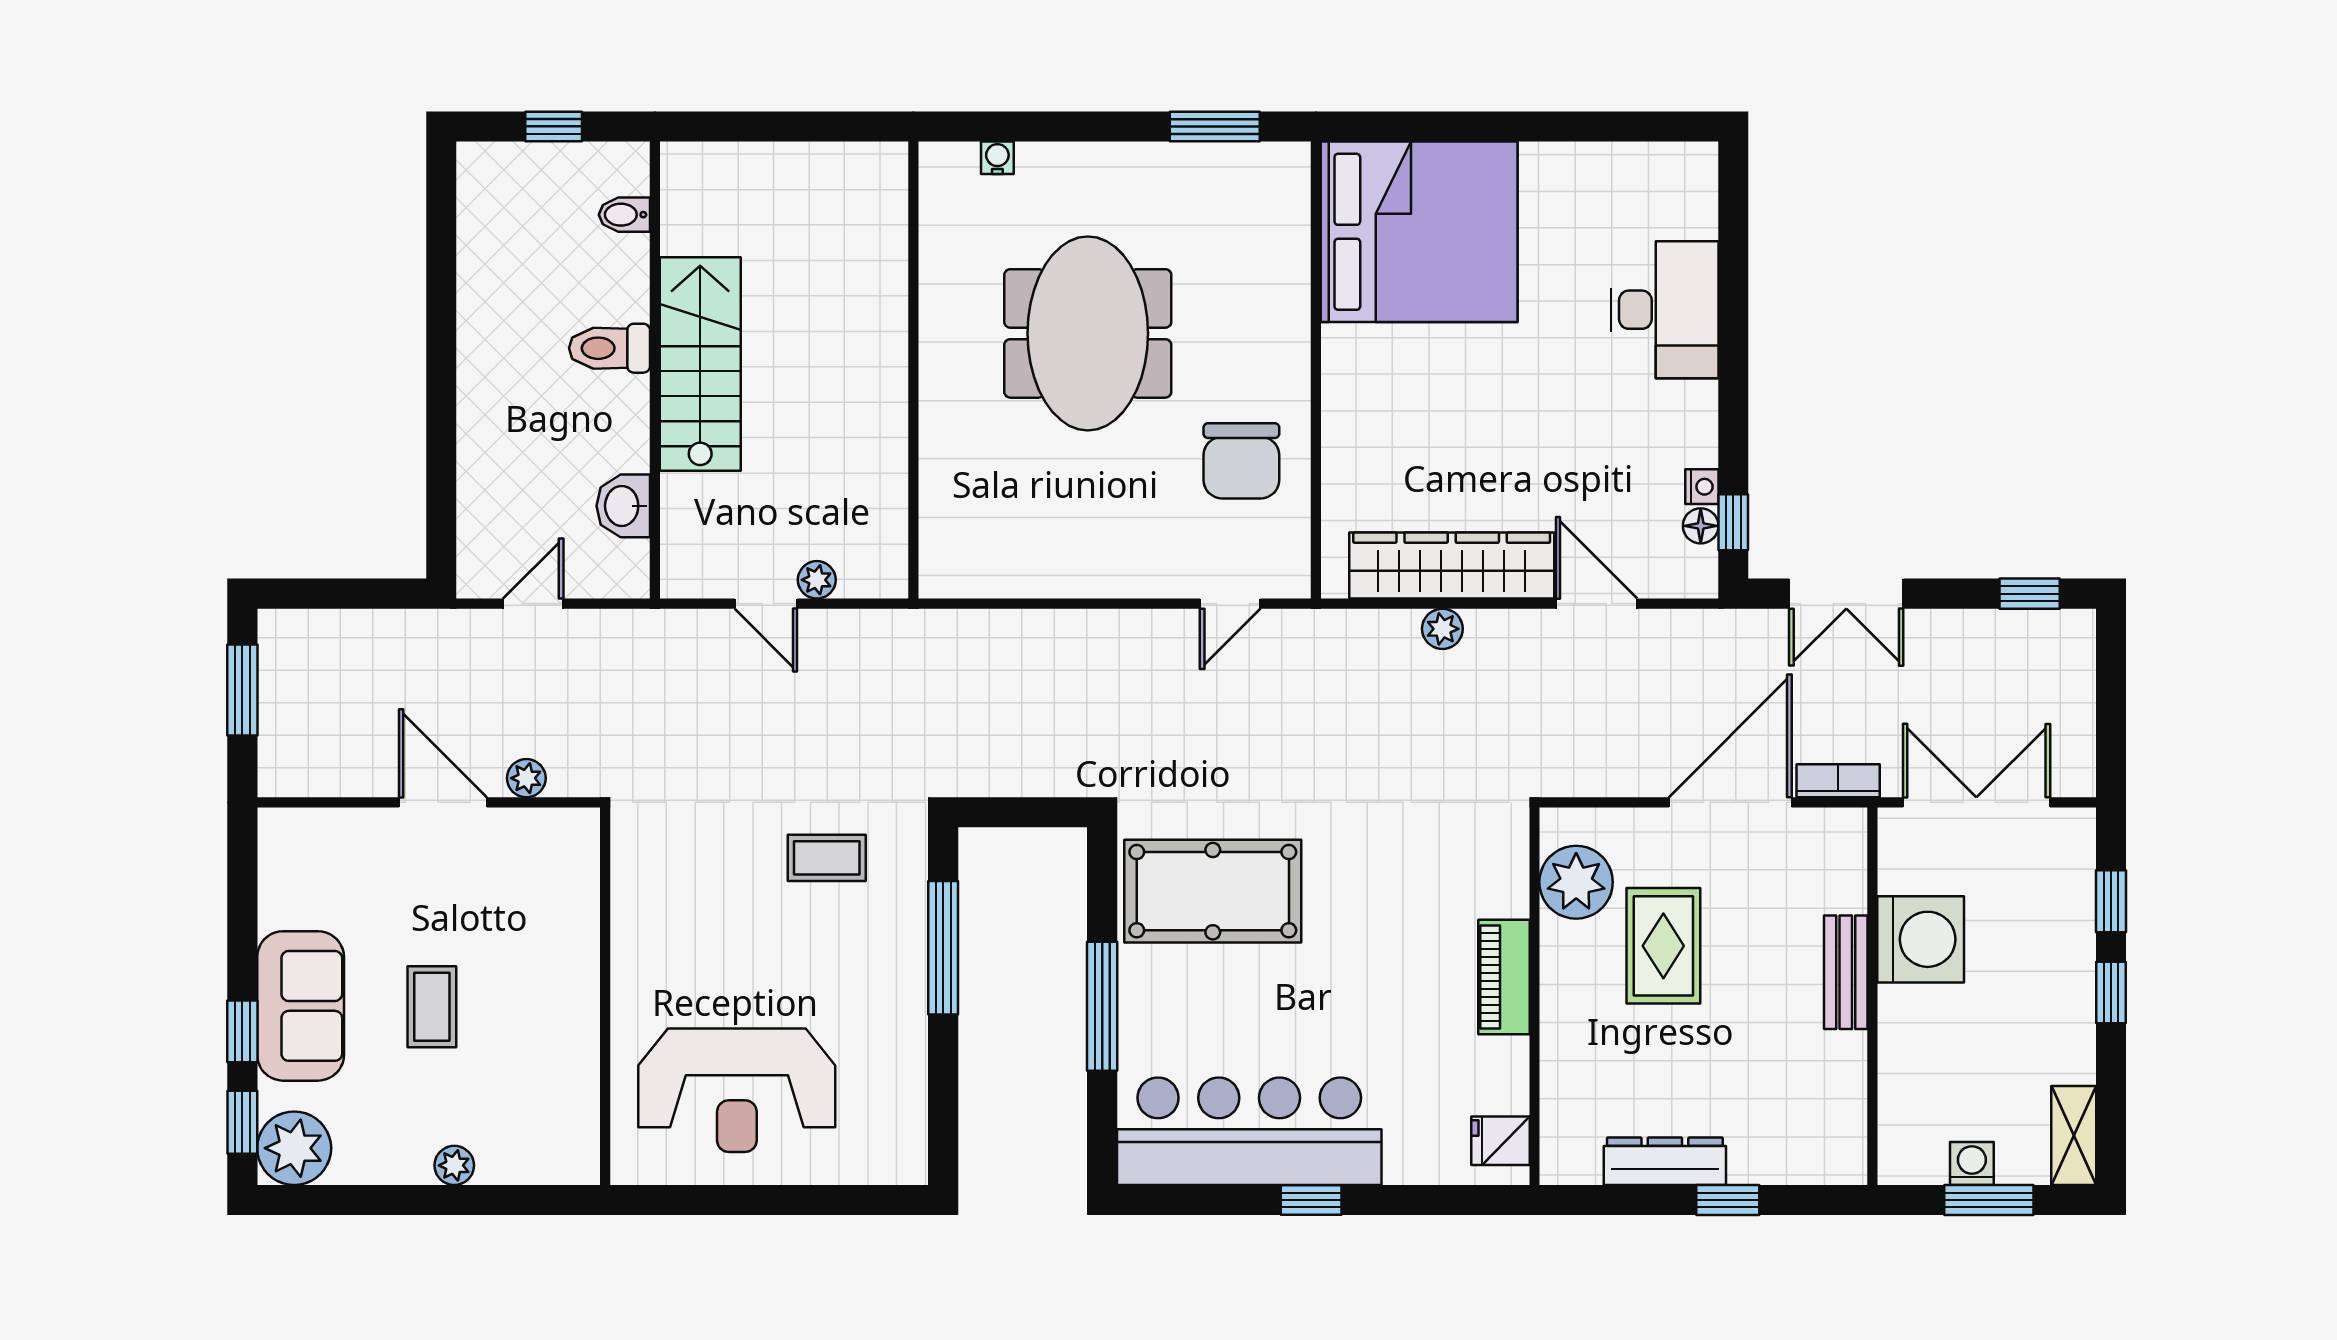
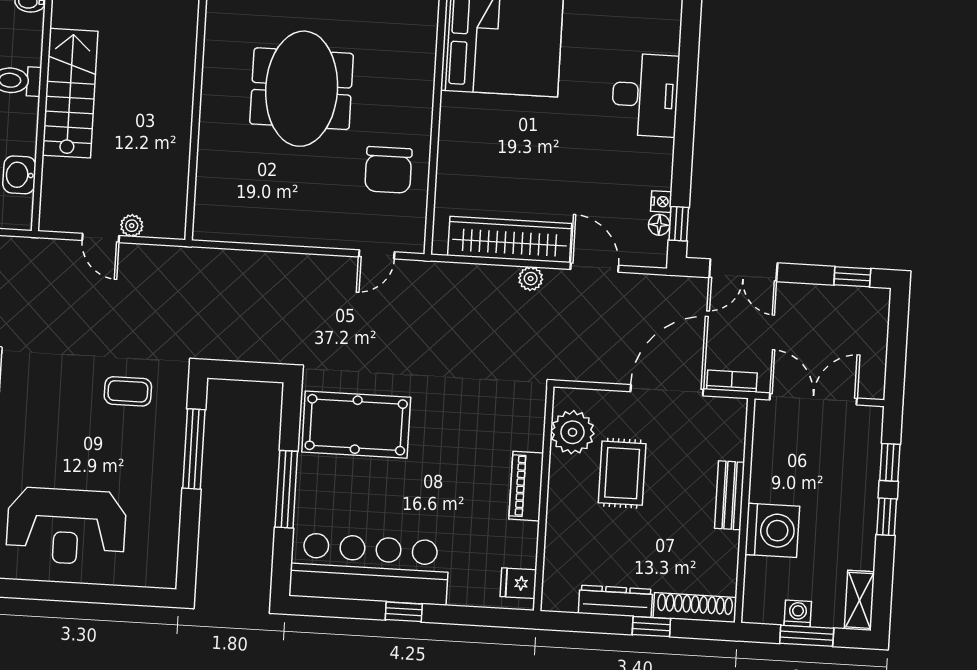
plant: (1442, 629) -> (531, 279), moved
washing machine: (1921, 939) -> (772, 530), moved
shoe rack: (1799, 1164) -> (695, 608), added

